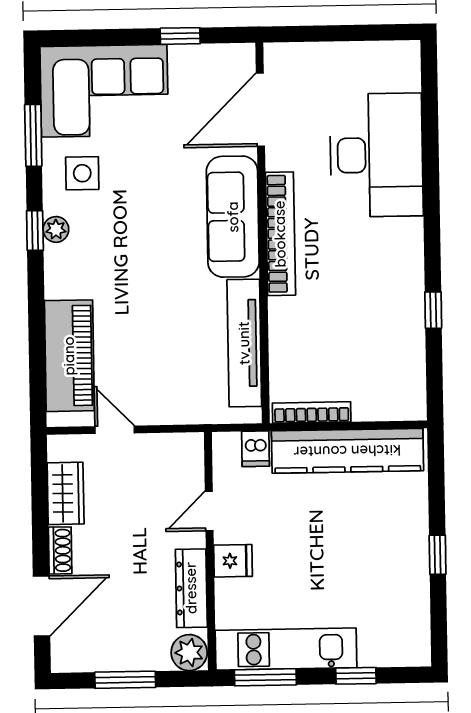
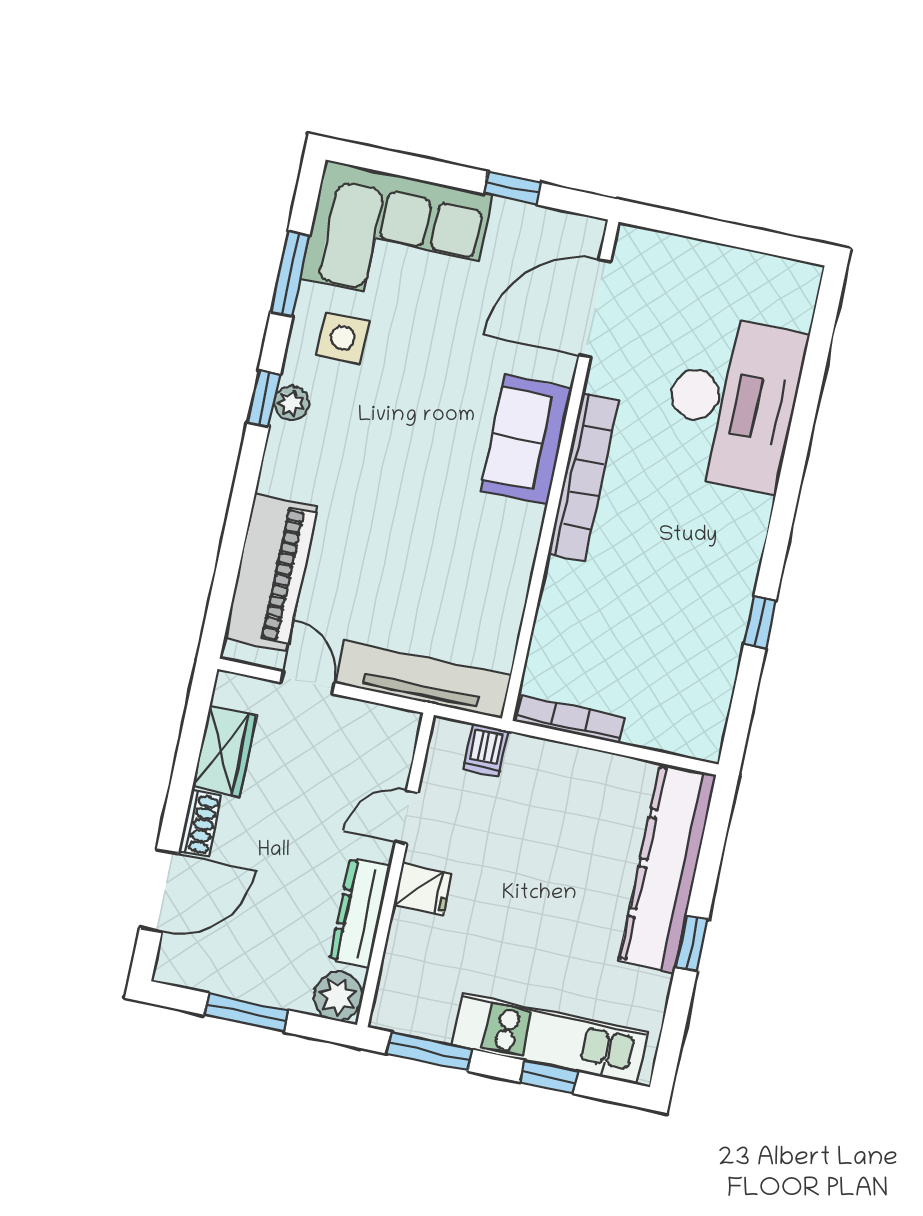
sofa: (233, 217) -> (526, 440), width x0.73
tv unit: (244, 343) -> (423, 680), moved, turned 90
kitchen counter: (347, 451) -> (668, 868), moved, turned 90
kitchen unit: (286, 649) -> (550, 1039), moved

